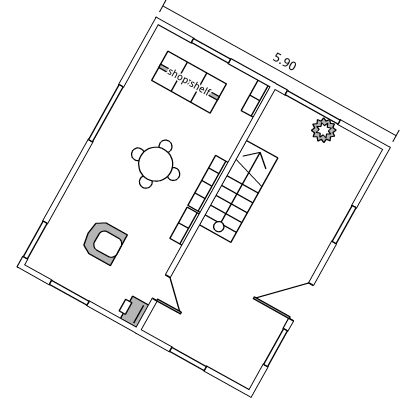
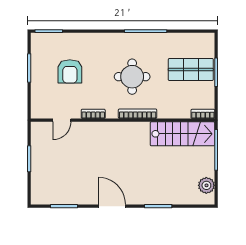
shop shelf: (189, 82) -> (191, 70), turned 90
plant: (324, 130) -> (206, 185), moved
stairs: (238, 191) -> (182, 134), moved
bookcase: (185, 226) -> (93, 114), moved
door: (301, 302) -> (112, 206), moved
printer: (133, 311) -> (39, 111), removed

